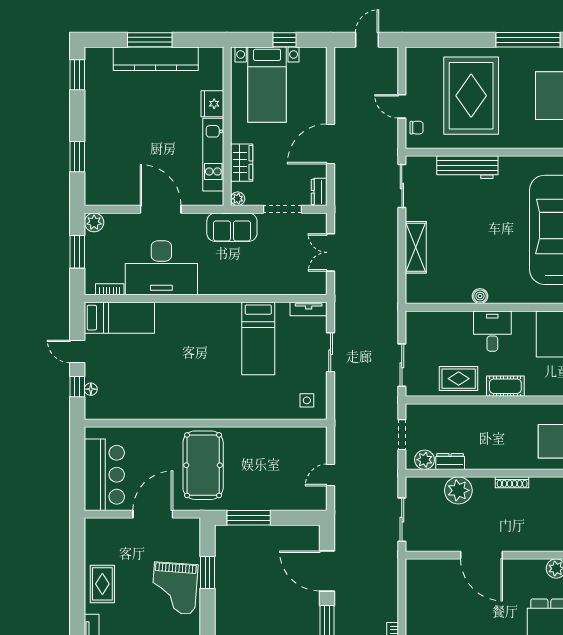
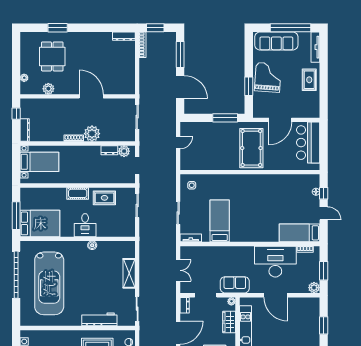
plant: (458, 490) -> (92, 134), moved

